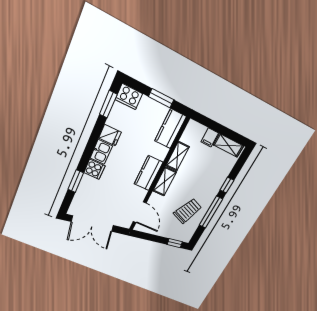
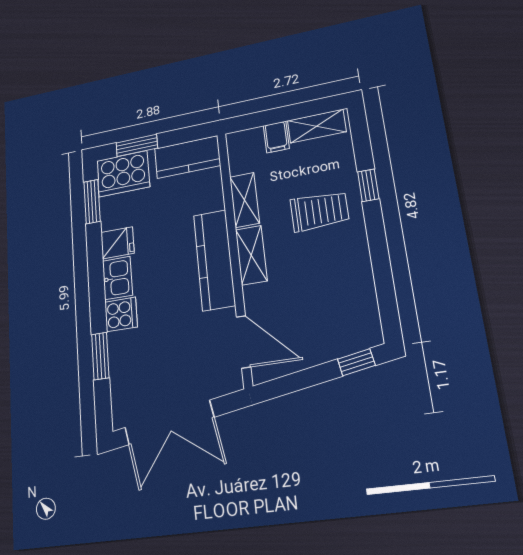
cooker: (129, 97) -> (123, 174), width x1.37, depth x1.31
window: (161, 98) -> (137, 145), moved
kitchen counter: (170, 129) -> (187, 157), moved, turned -90
kitchen counter: (148, 173) -> (214, 260), width x1.50
trolley: (188, 211) -> (319, 211), moved, turned 67
window: (211, 212) -> (379, 252), removed

